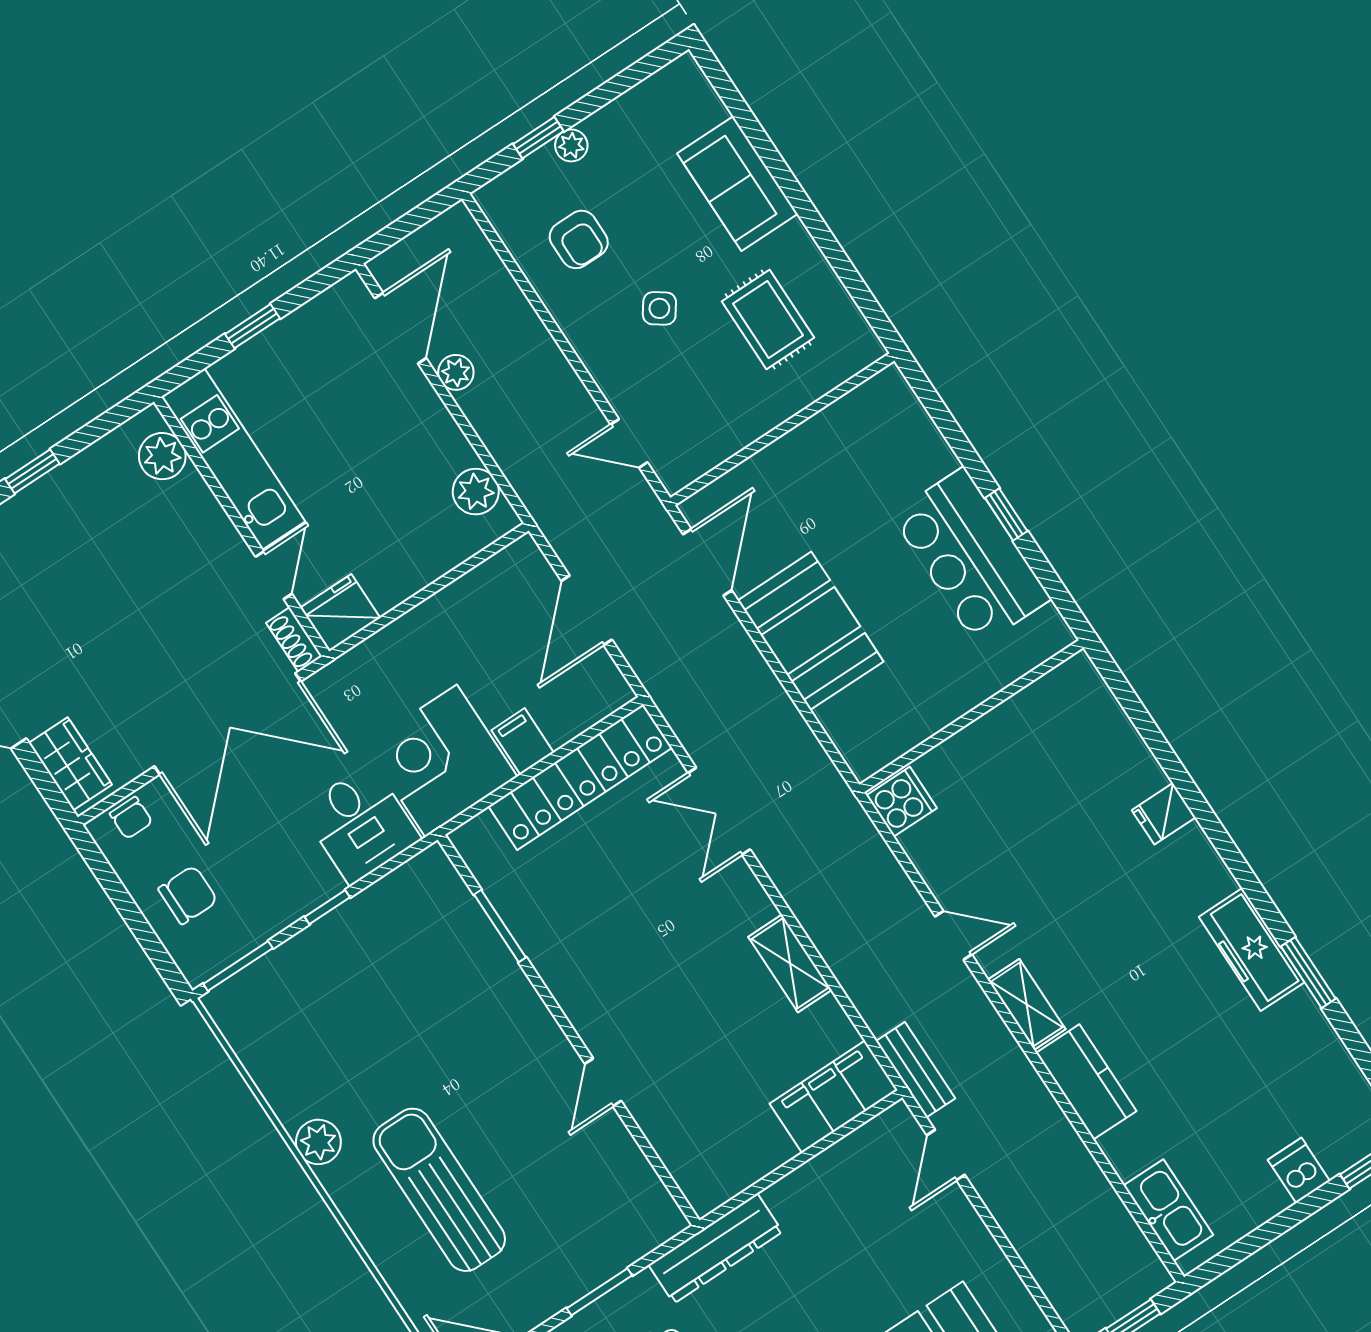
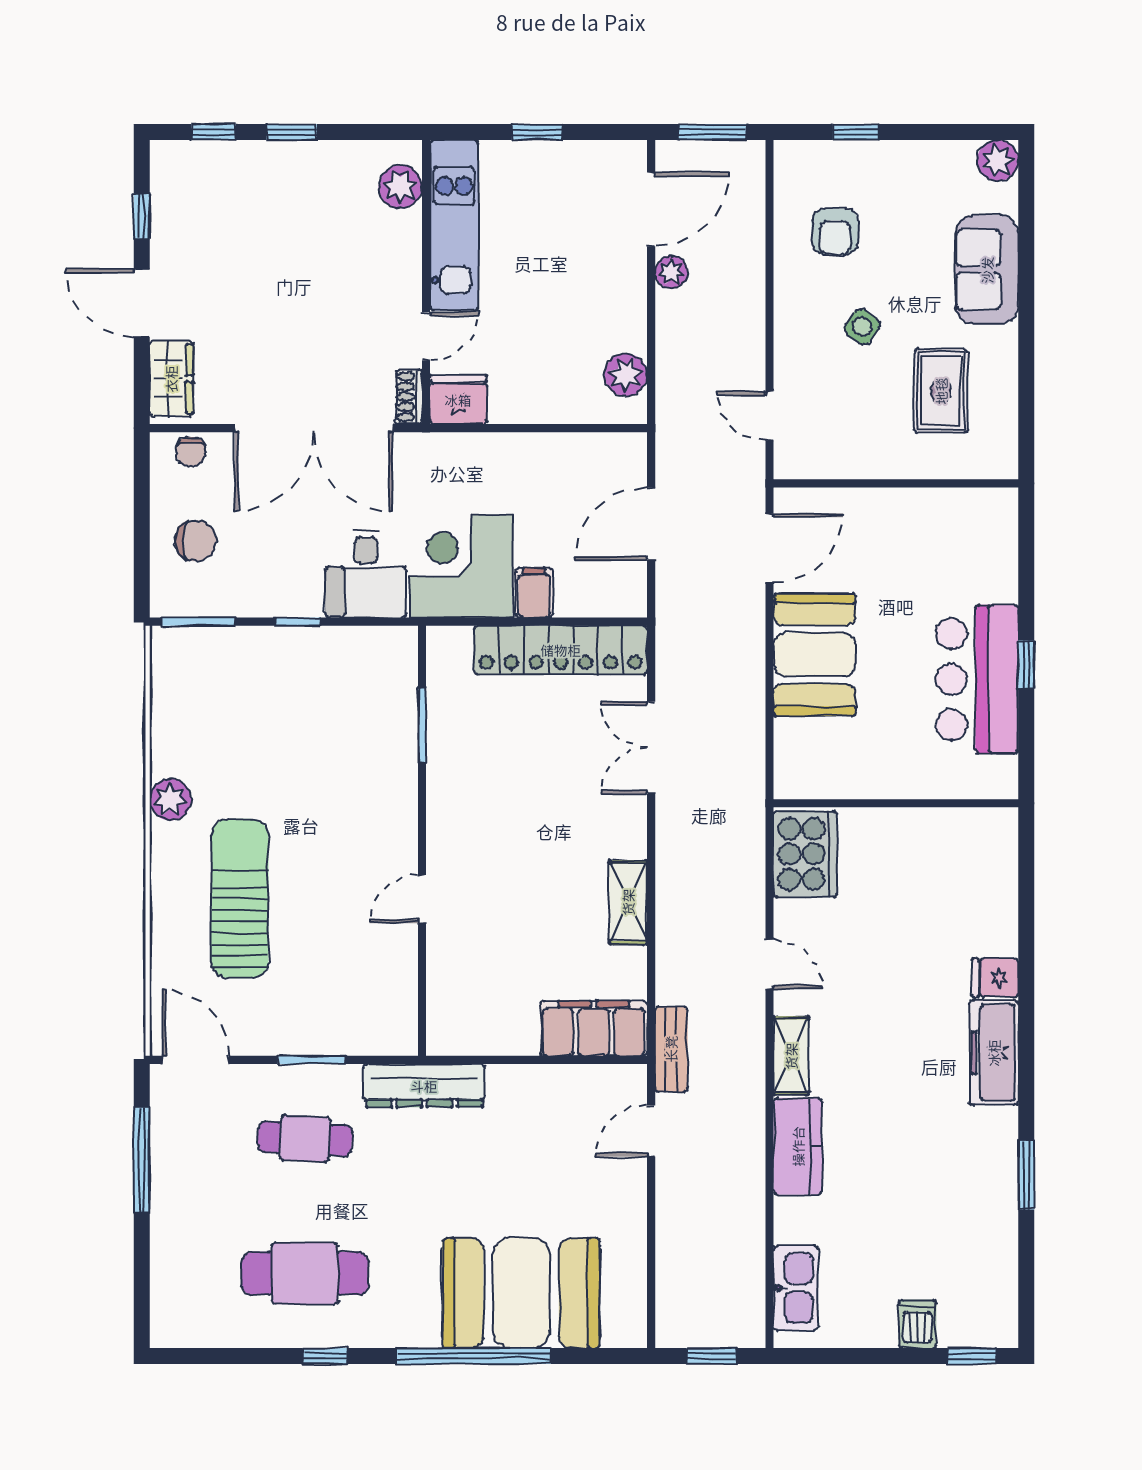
plant: (571, 145) -> (998, 160), moved, width x1.38, depth x1.38
window: (410, 222) -> (712, 132), added
cooker: (902, 802) -> (805, 854), width x1.87, depth x1.31
freezer: (1252, 950) -> (994, 1053), moved

